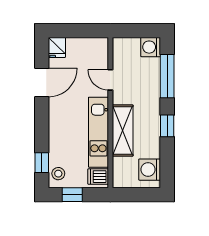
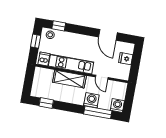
fridge: (57, 47) -> (126, 59), moved
door: (110, 80) -> (102, 77), swing flipped
window: (167, 126) -> (46, 103), moved
washing machine: (150, 170) -> (91, 100), moved

